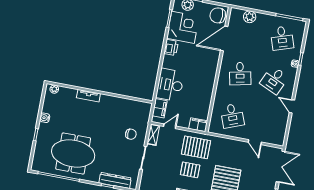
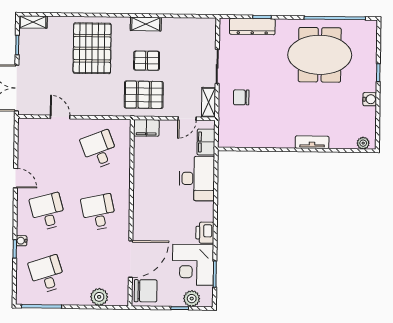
desk: (274, 80) -> (48, 212), turned -39

